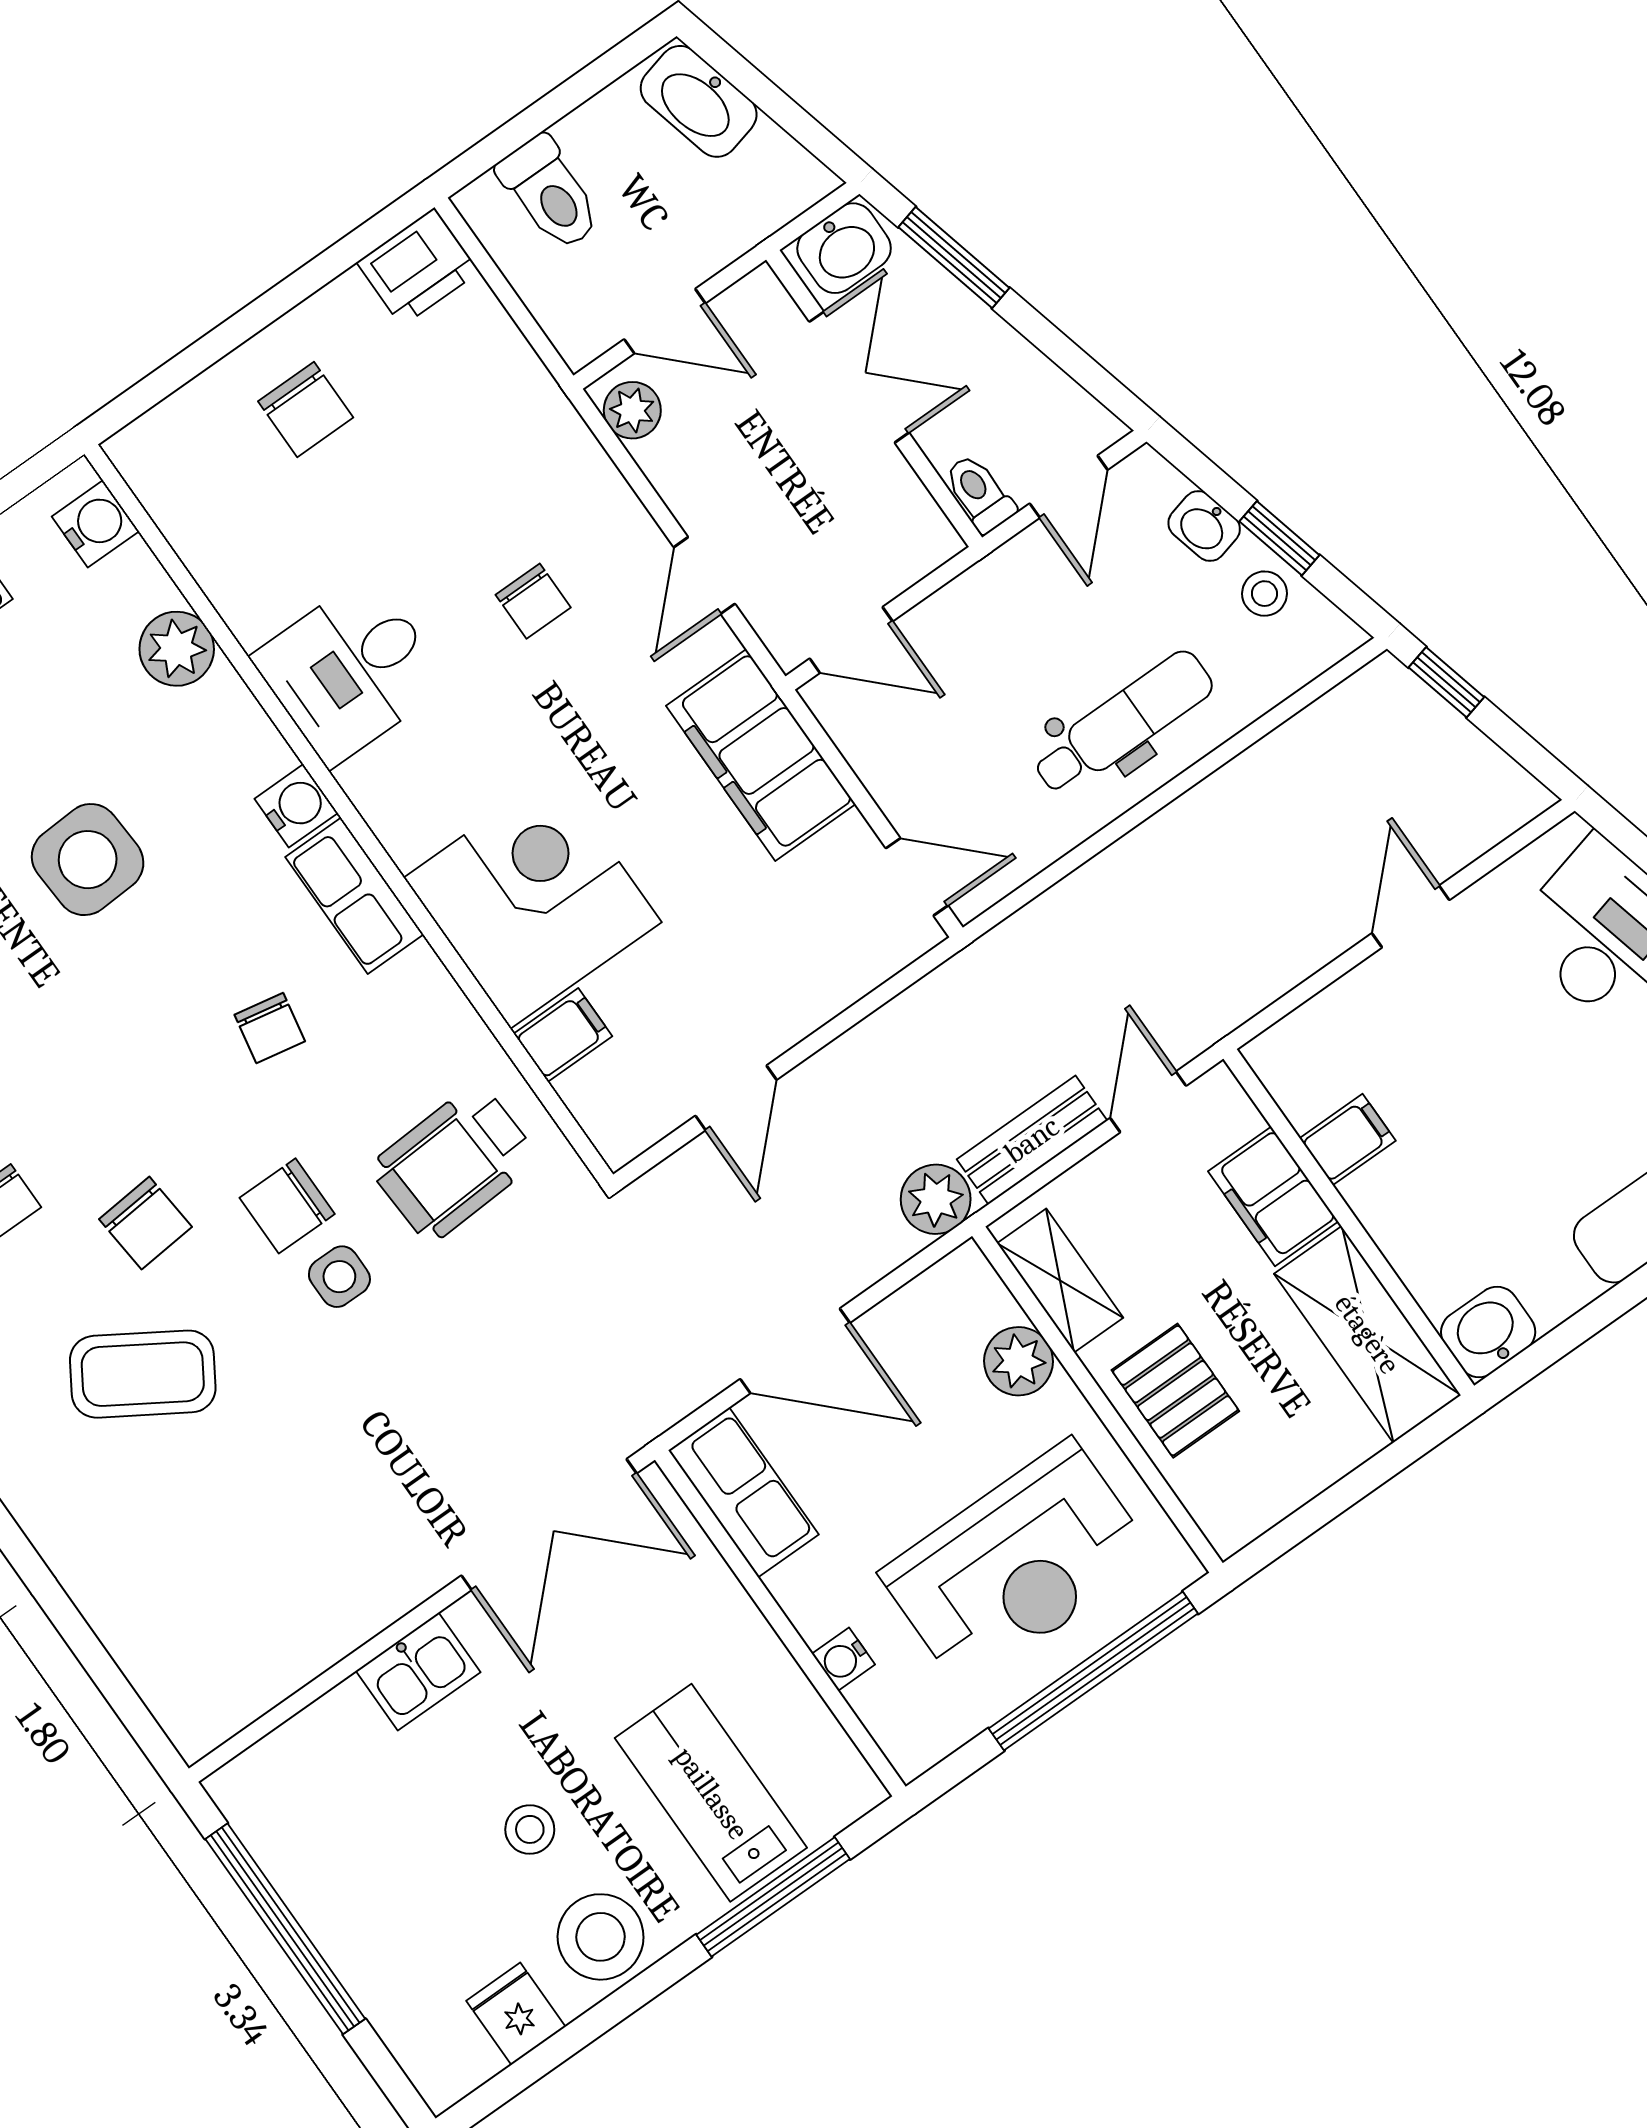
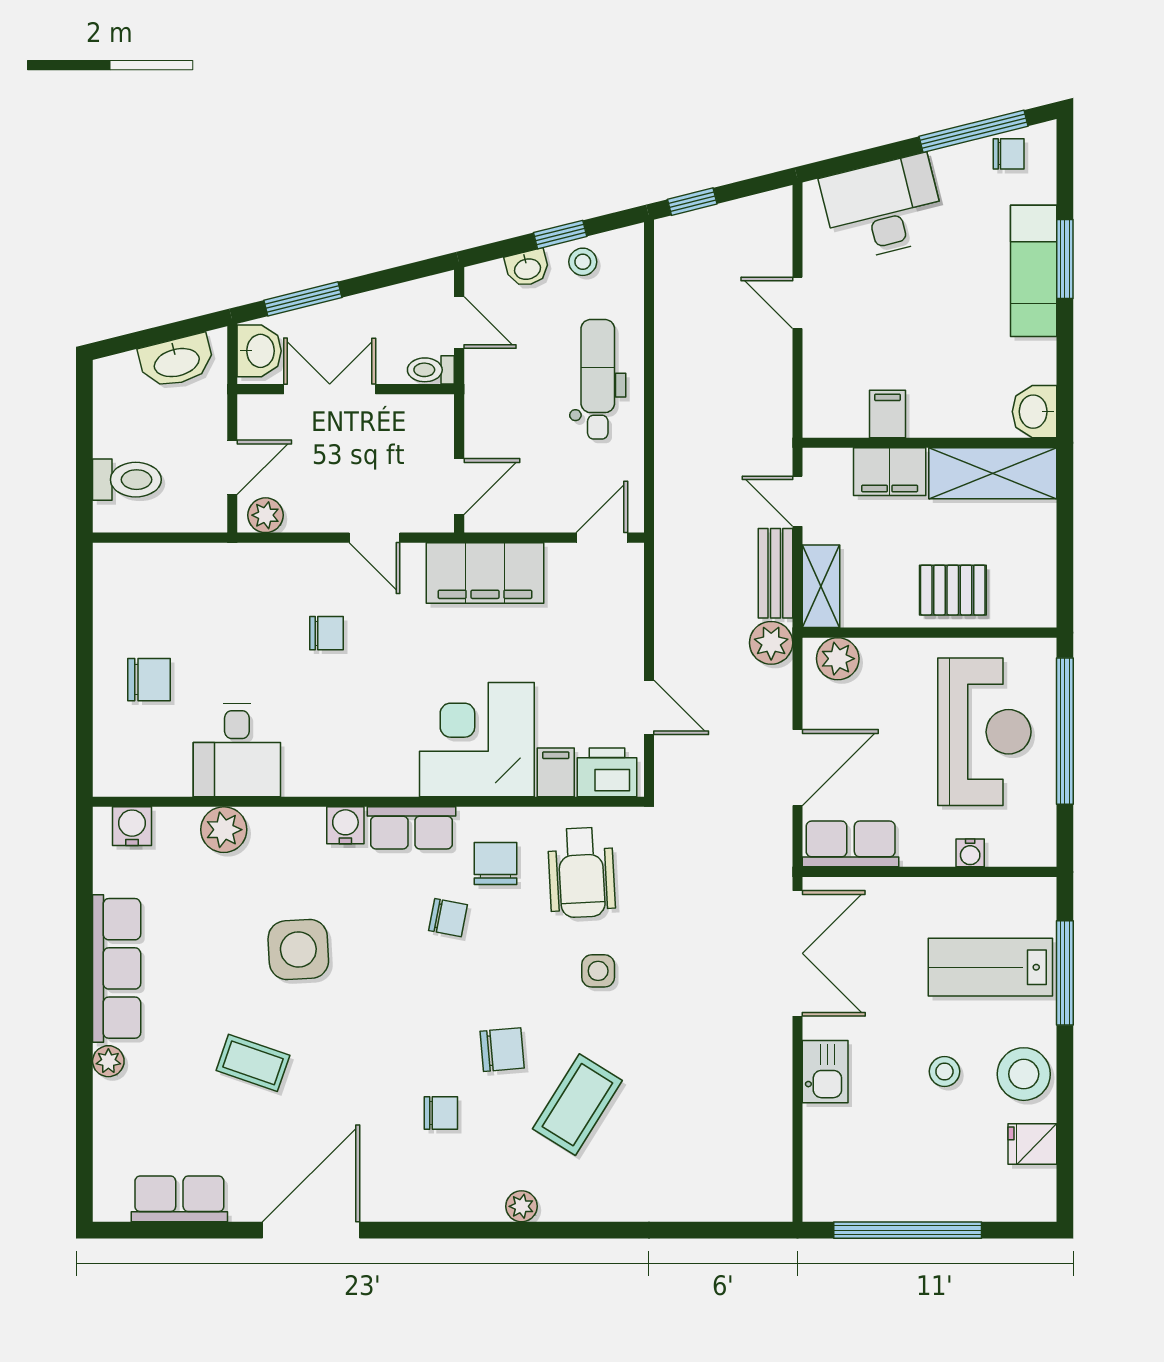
washbasin: (699, 101) -> (176, 361), moved
printer: (418, 267) -> (607, 772), moved, turned -90
desk: (350, 670) -> (237, 750), moved
chair: (287, 1206) -> (496, 864), moved, turned 180
shelving: (1060, 1281) -> (821, 586), moved, turned 90
plant: (1019, 1361) -> (838, 659), moved

